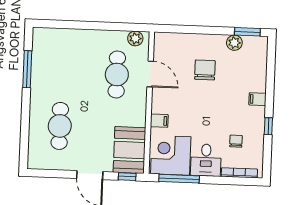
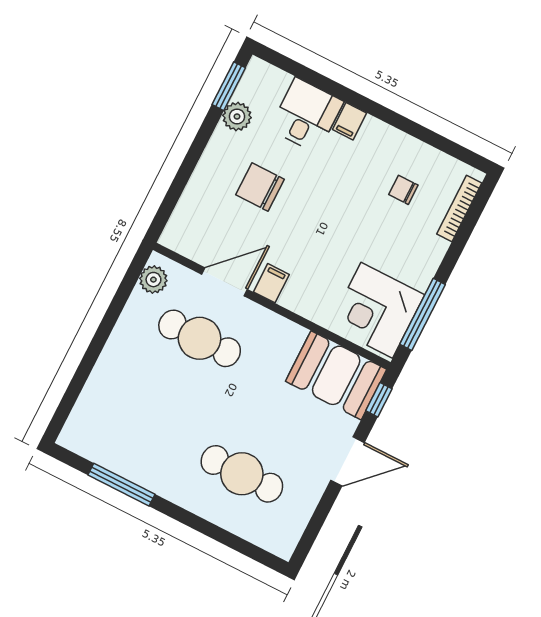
filing cabinet: (159, 121) -> (271, 283), moved
window: (268, 126) -> (403, 124), removed
desk: (206, 160) -> (306, 115), moved, turned -90

